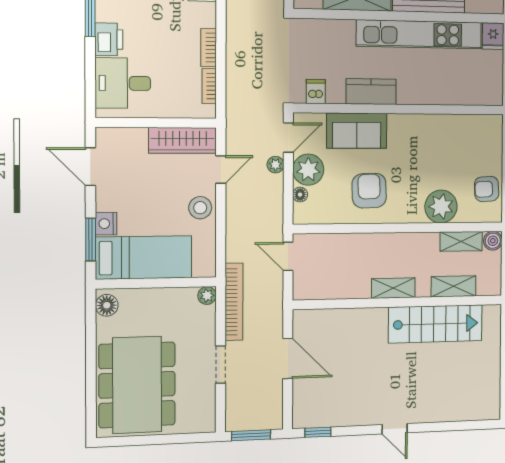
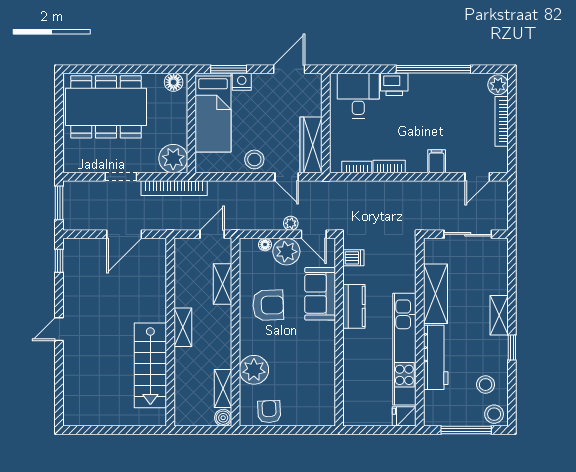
shelving: (454, 286) -> (223, 284), moved
plant: (207, 296) -> (173, 159), width x1.88, depth x1.88

